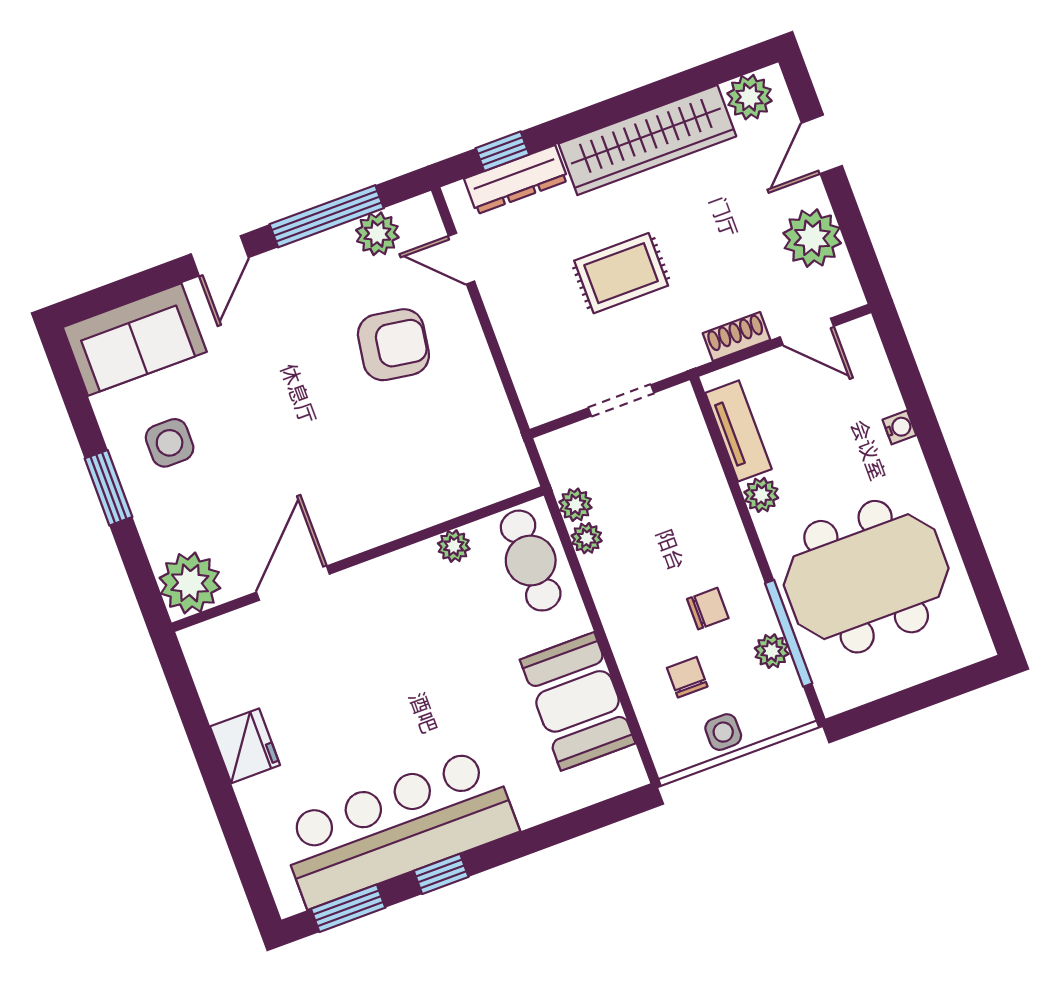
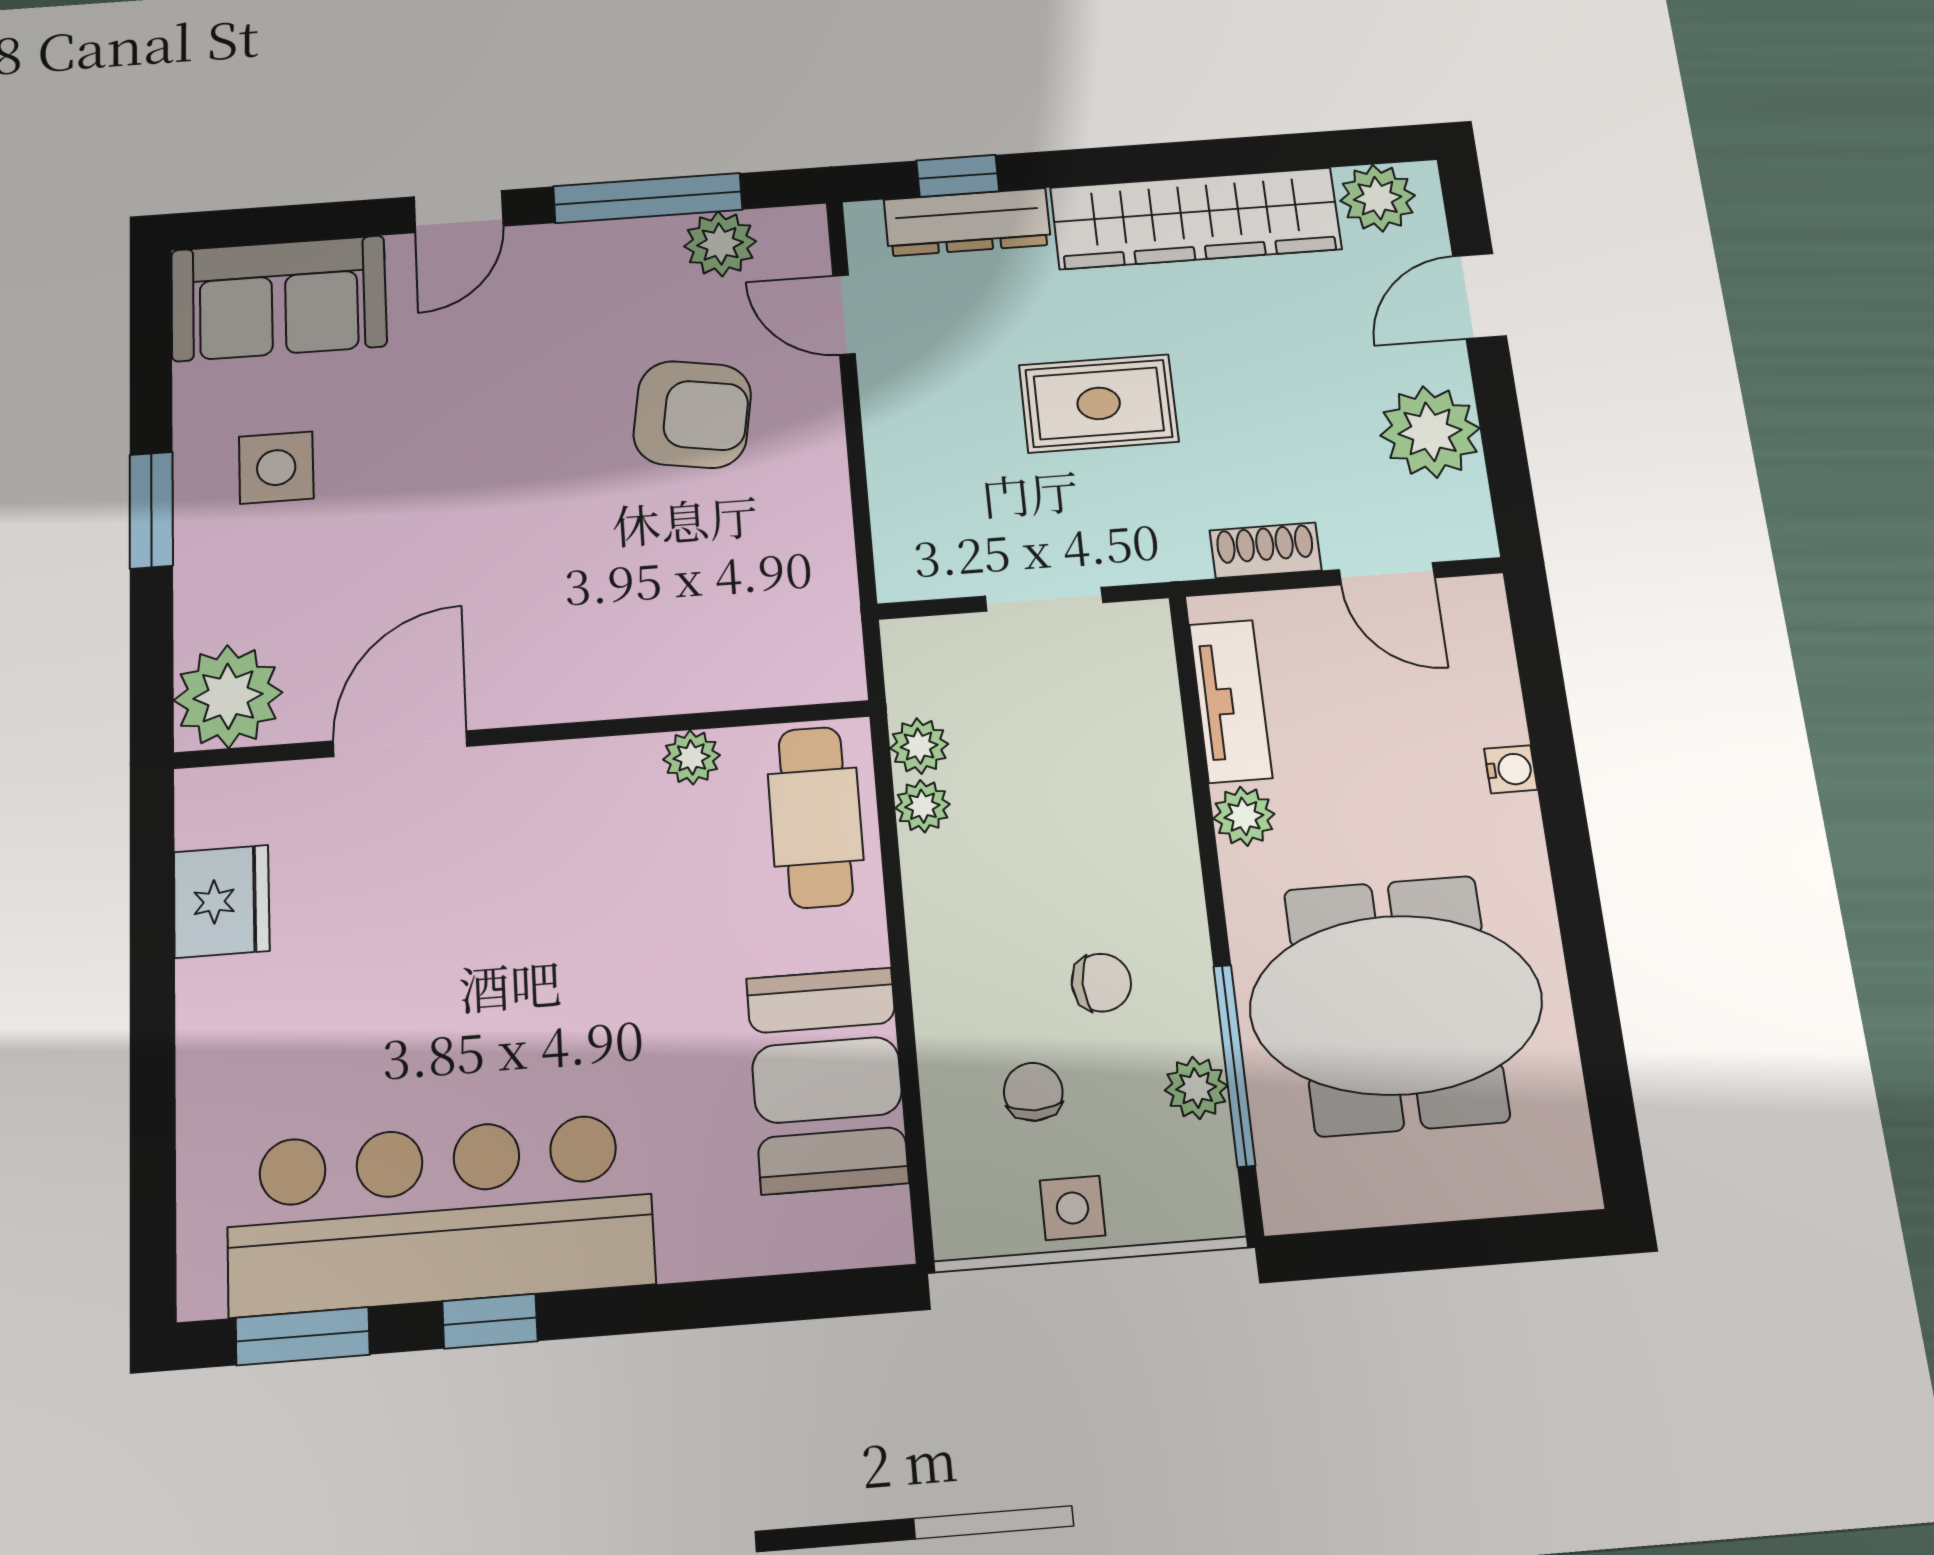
fridge: (245, 746) -> (222, 901), moved

